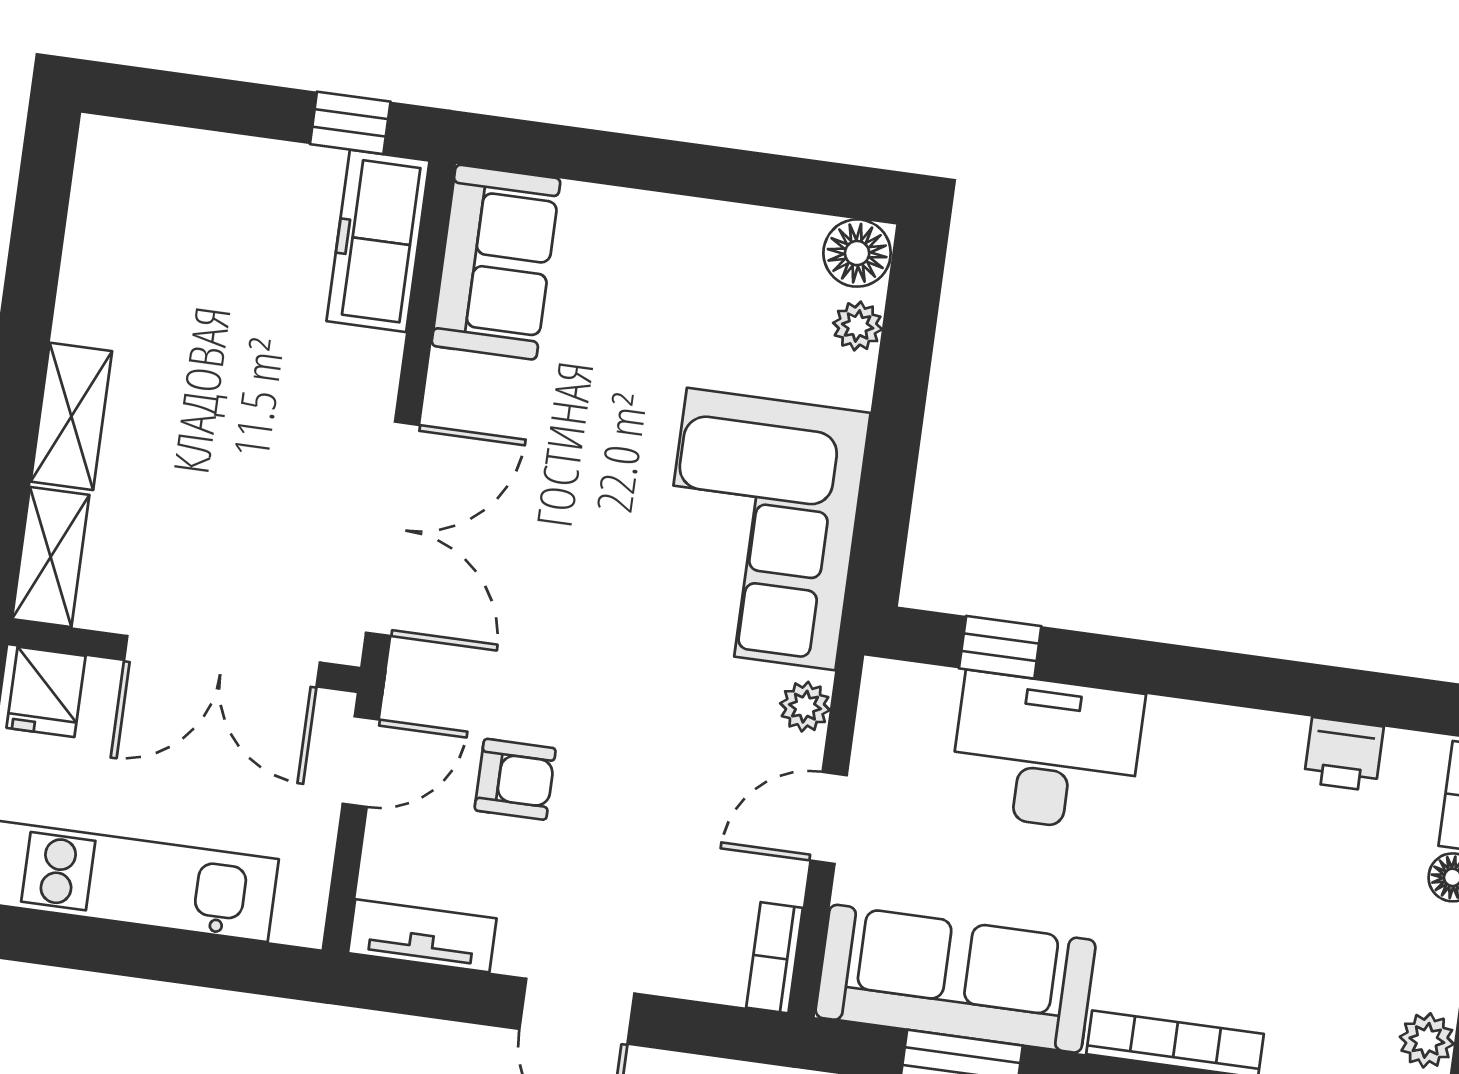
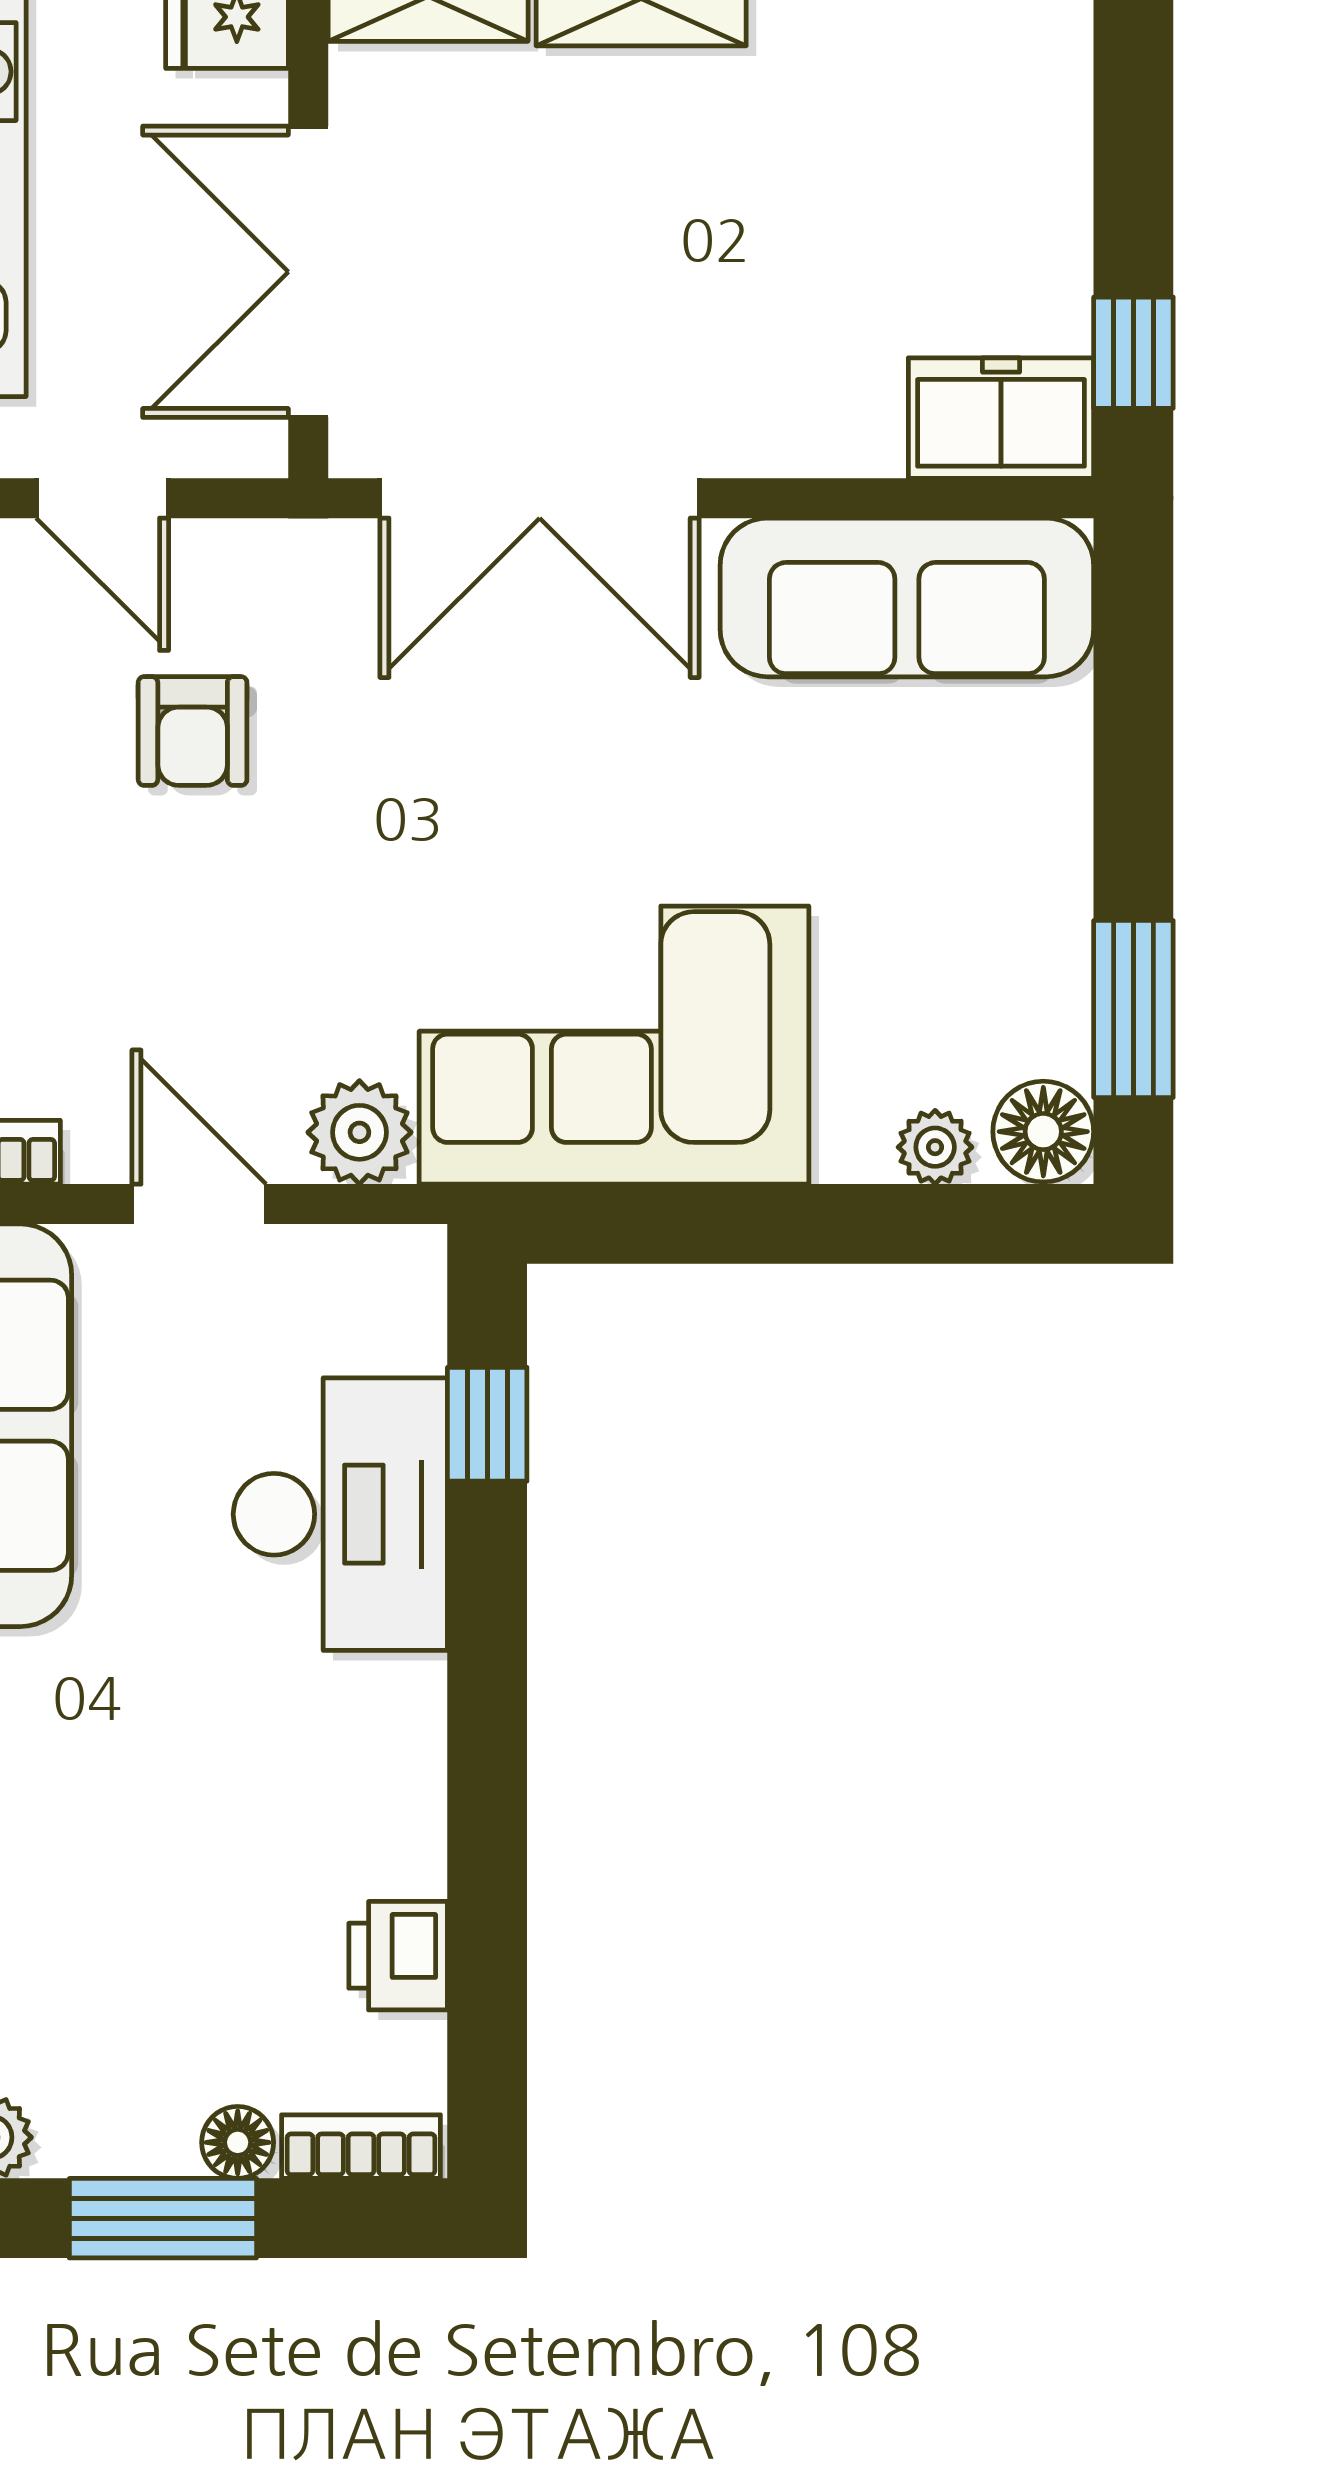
window: (784, 182) -> (1133, 1009), added
freezer: (378, 241) -> (1001, 418), width x0.71
sofa: (496, 262) -> (907, 597), width x1.36
plant: (805, 707) -> (359, 1132), width x1.38, depth x1.38
door: (361, 762) -> (102, 498), moved

